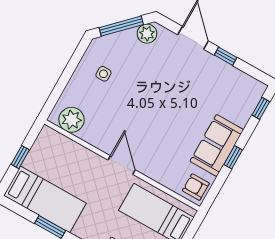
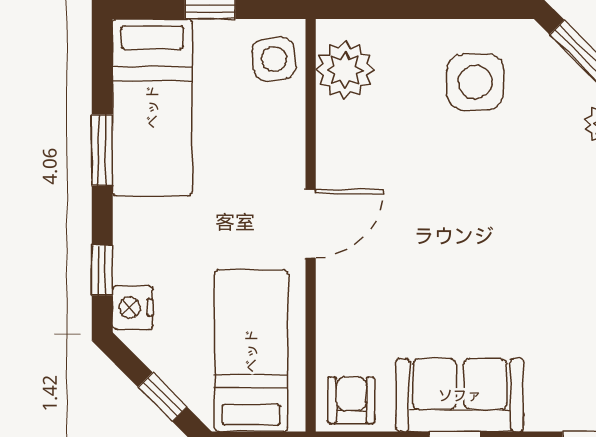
side table: (103, 74) -> (475, 82), width x1.87, depth x1.87
side table: (53, 144) -> (274, 59), added

